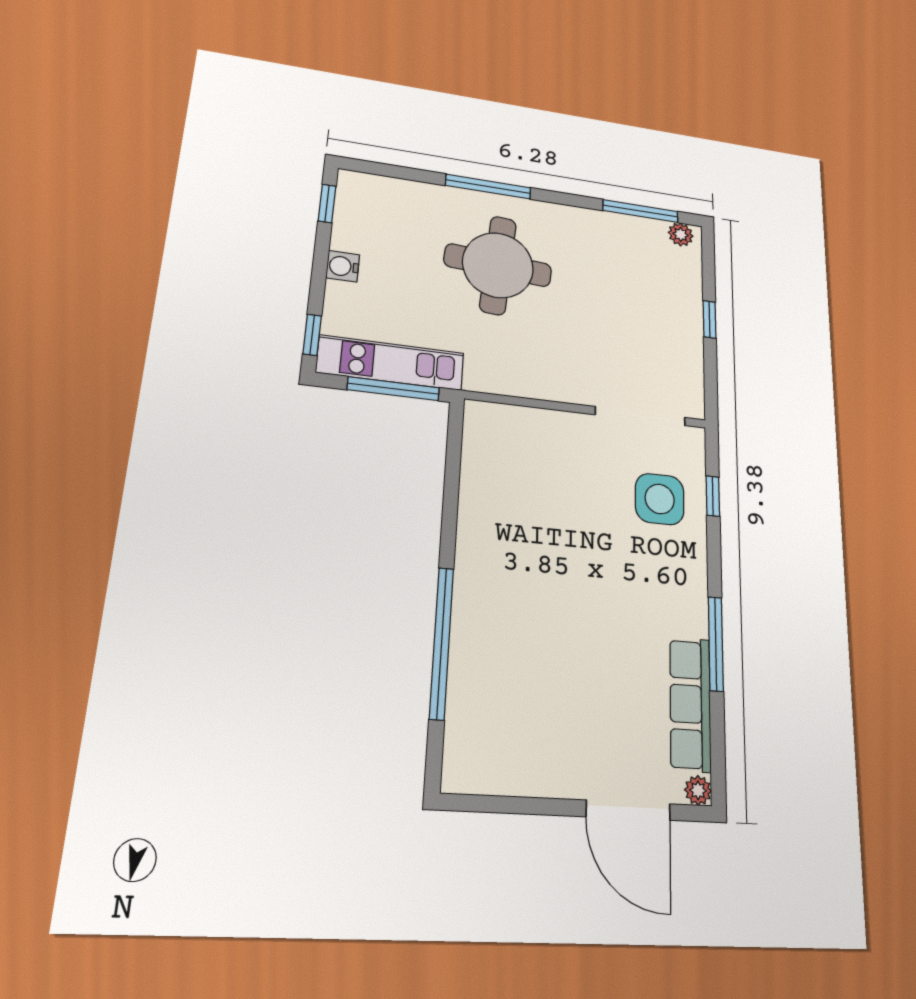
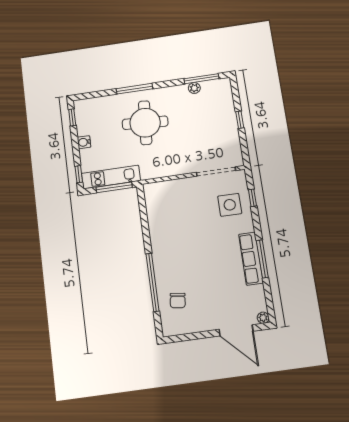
plant: (681, 234) -> (194, 88), moved
chair: (496, 703) -> (178, 301), added
row of seats: (690, 704) -> (251, 259), moved

